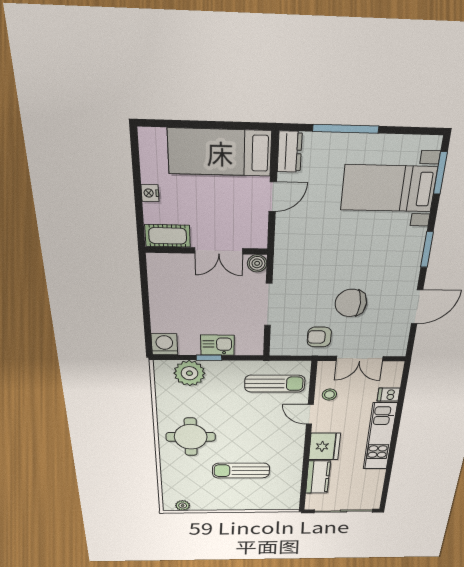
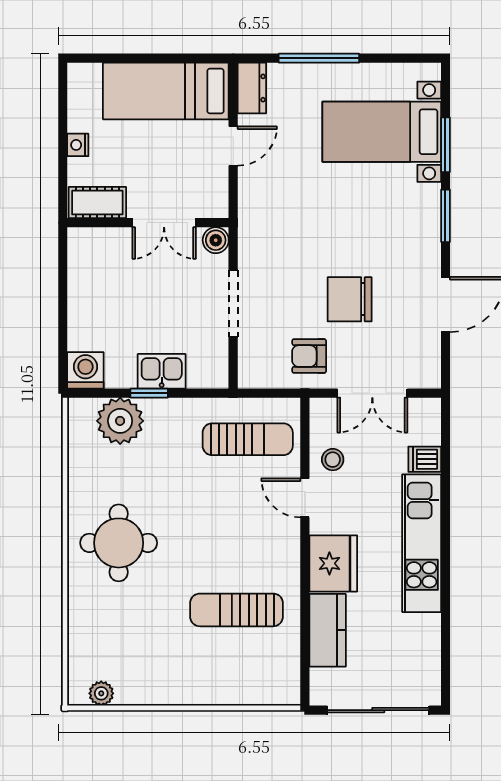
window: (440, 173) -> (445, 145), moved
sun lounger: (241, 471) -> (236, 610), moved

